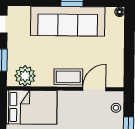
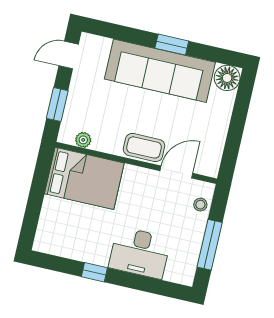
floor lamp: (120, 12) -> (227, 78), width x1.89, depth x1.89
plant: (25, 76) -> (83, 140), width x0.53, depth x0.53

